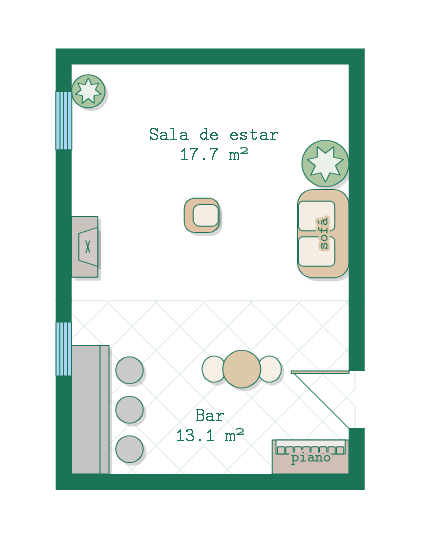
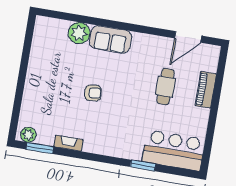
armchair: (202, 215) -> (93, 93), turned 83
fireplace: (85, 247) -> (68, 143), moved
piano: (311, 457) -> (206, 90), moved

